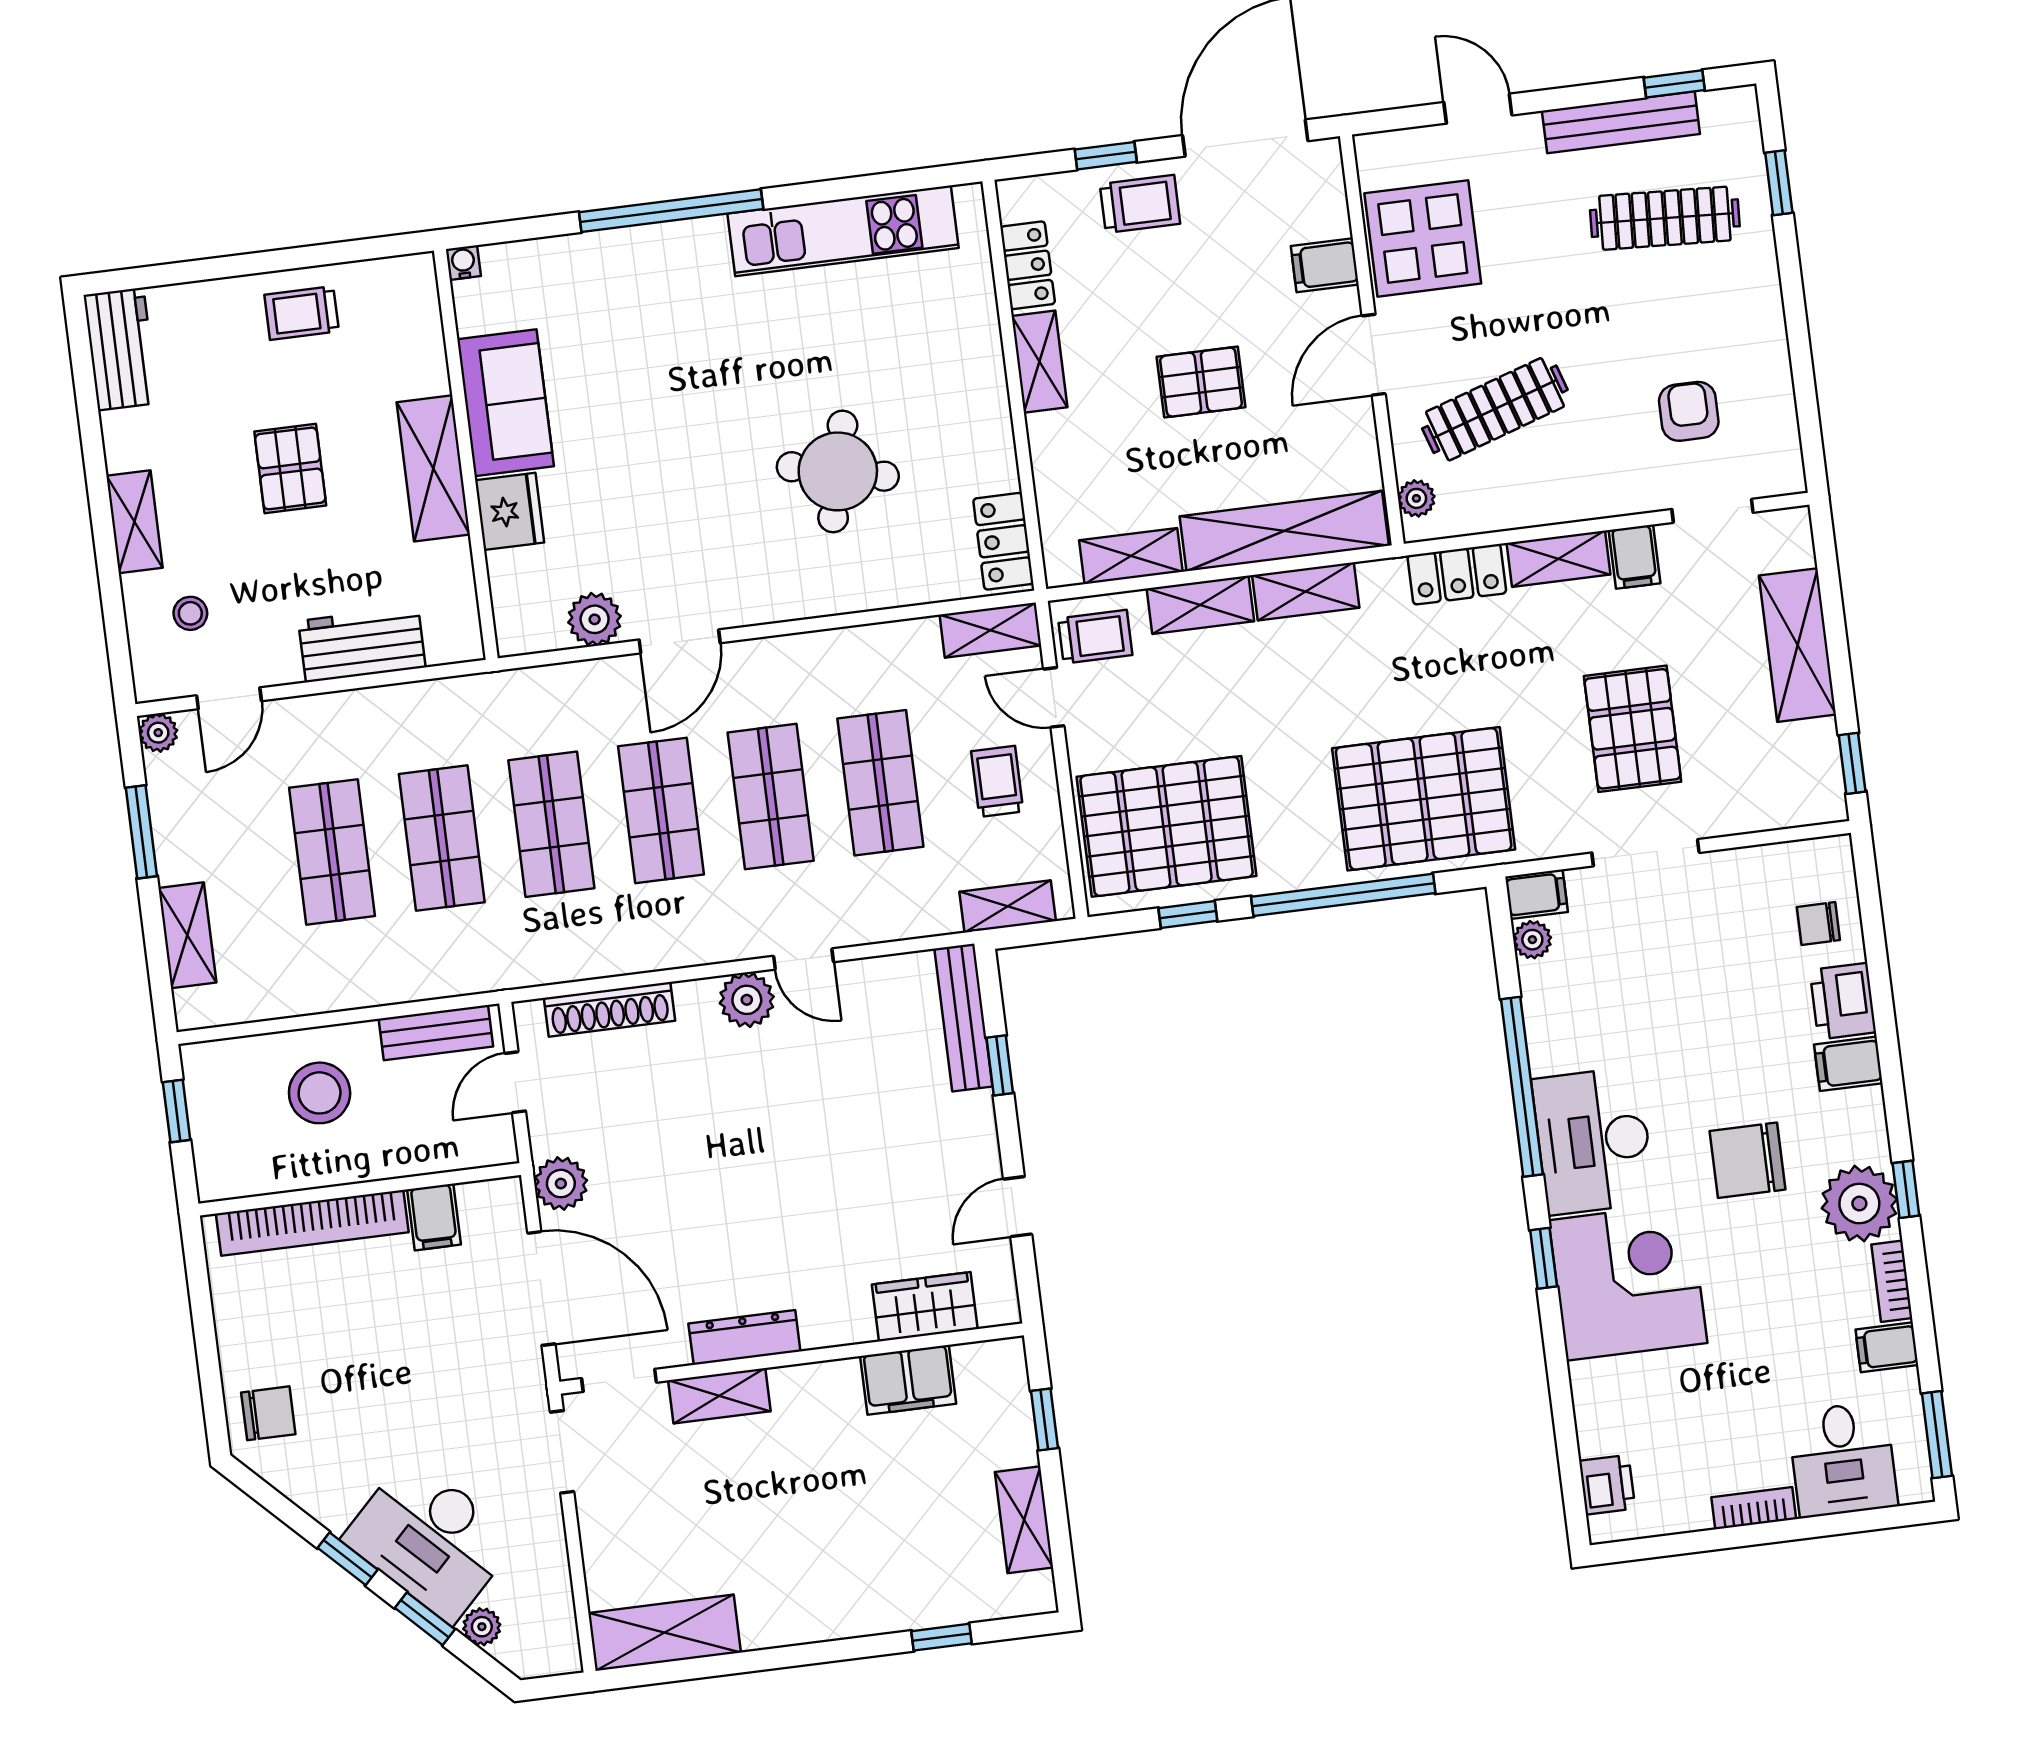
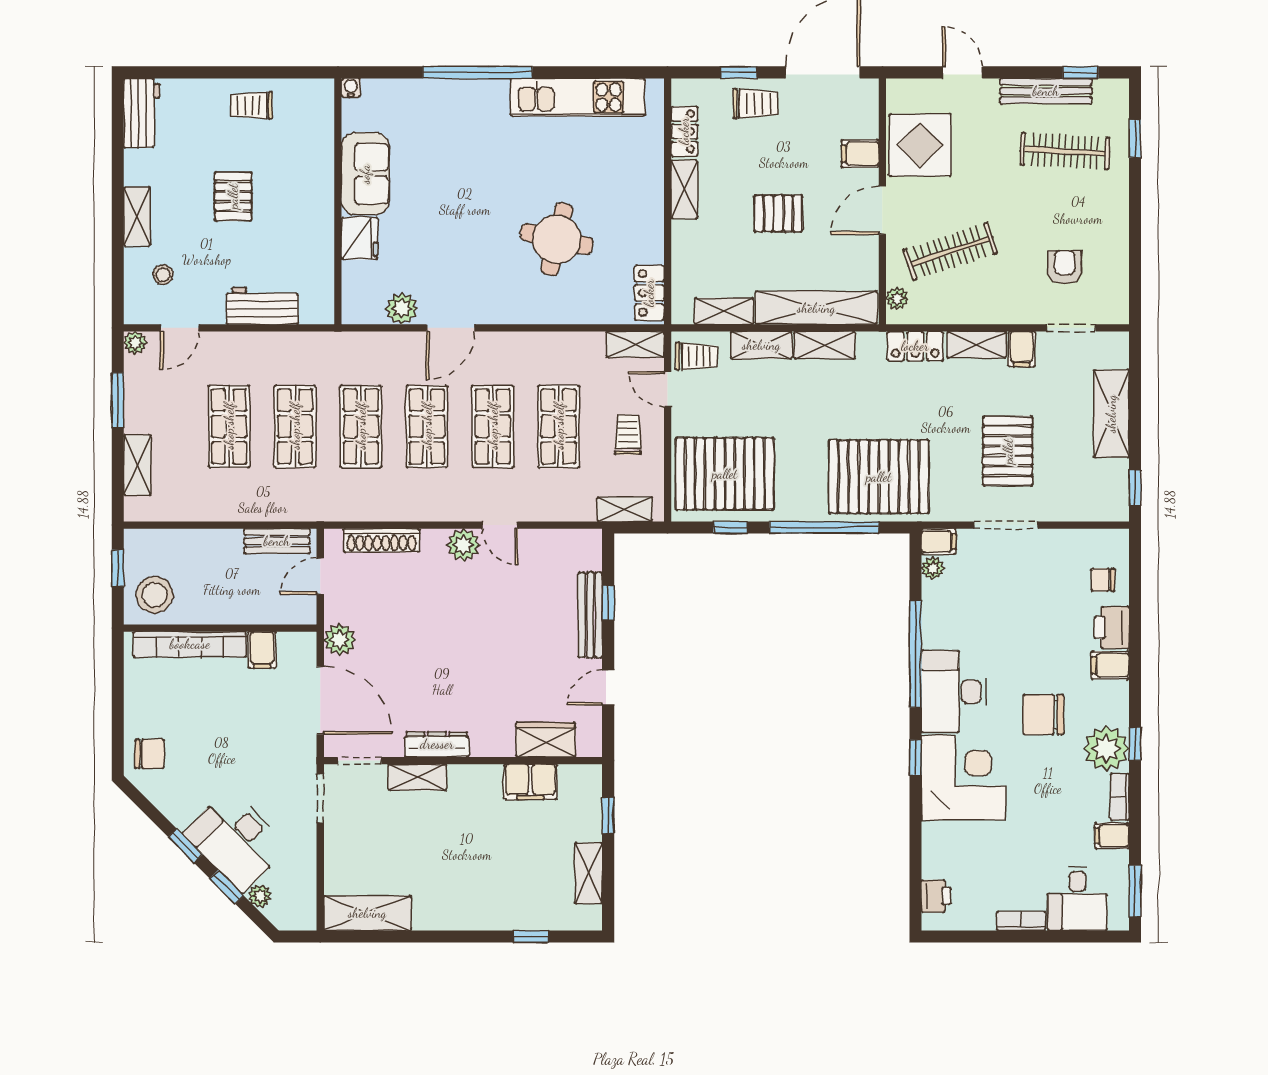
shelving: (433, 468) -> (318, 207), removed
bench: (963, 1018) -> (590, 615), moved
stool: (320, 1093) -> (155, 595), moved

